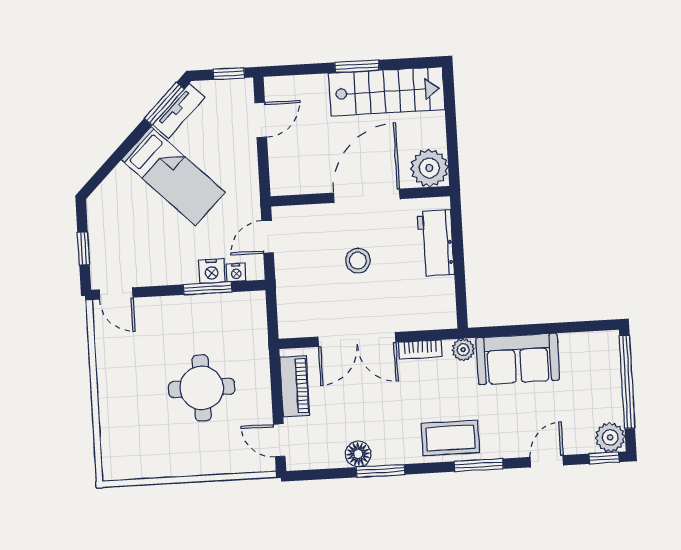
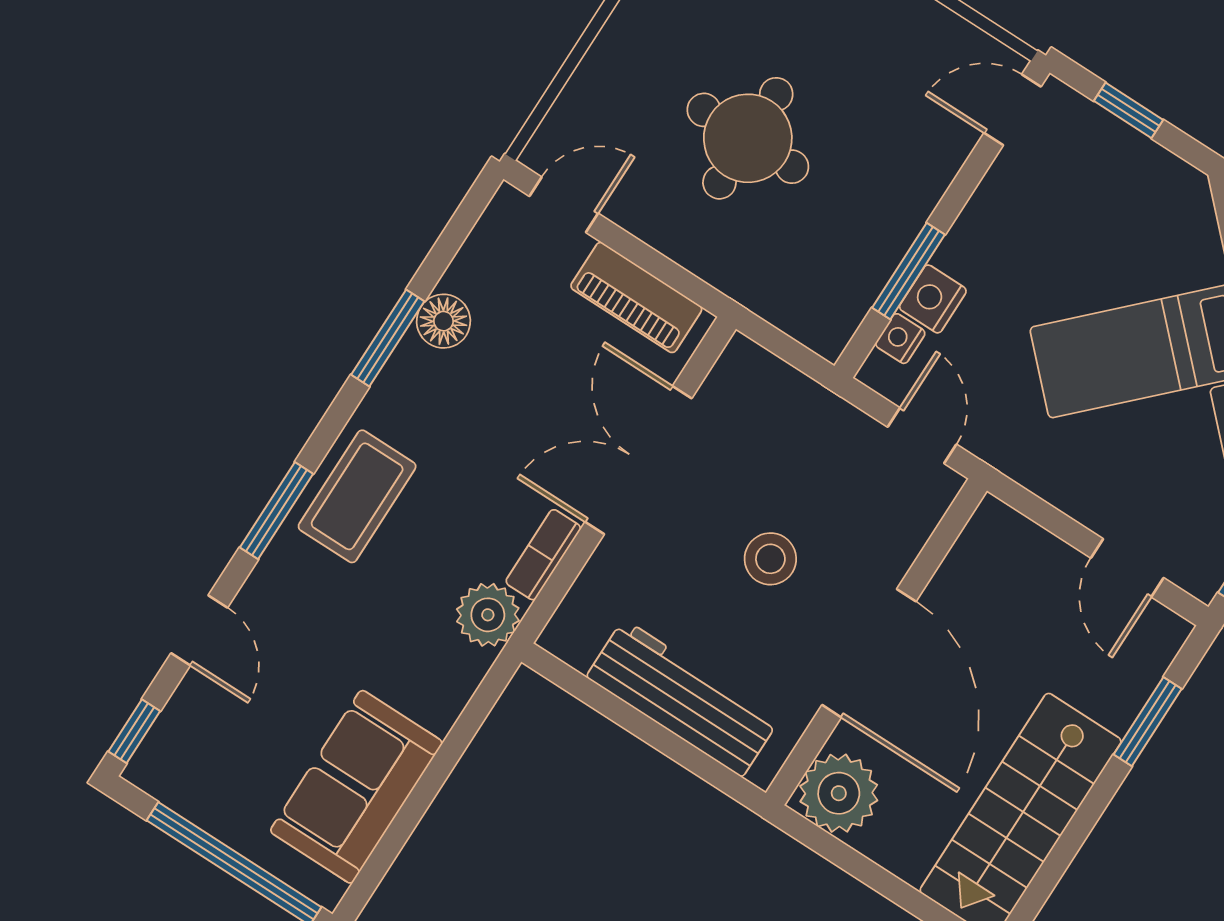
window: (357, 66) -> (1148, 722), moved
workbench: (436, 243) -> (683, 698), width x1.38
plant: (463, 350) -> (488, 615), width x1.38, depth x1.38
sofa: (518, 359) -> (356, 787), moved
plant: (610, 437) -> (161, 767), removed

